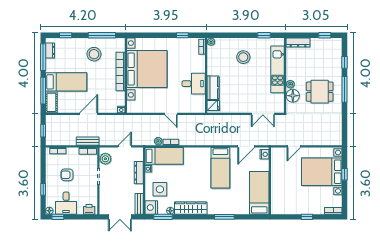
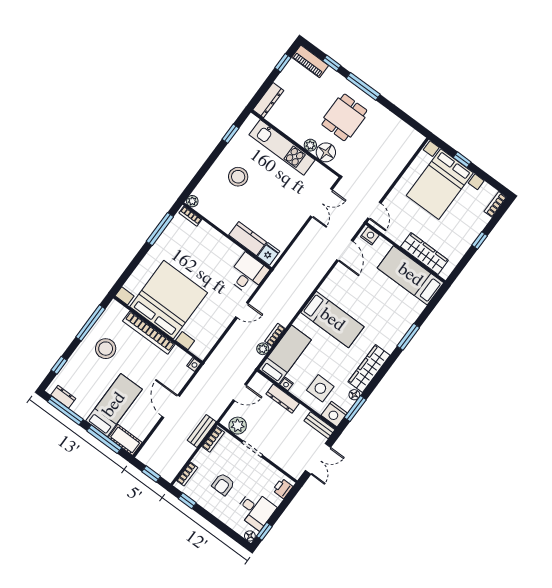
window: (182, 35) -> (160, 229), width x2.17
piano: (337, 50) -> (310, 61), added
desk: (194, 84) -> (248, 274), moved
door: (125, 146) -> (240, 392), swing flipped
door: (294, 146) -> (374, 211), moved
bed: (220, 168) -> (332, 320), moved
window: (43, 189) -> (187, 501), moved
wardrobe: (277, 192) -> (424, 254), added

